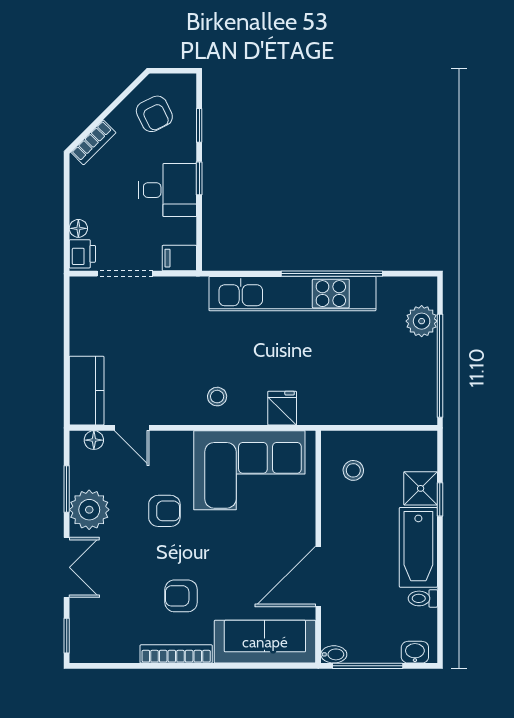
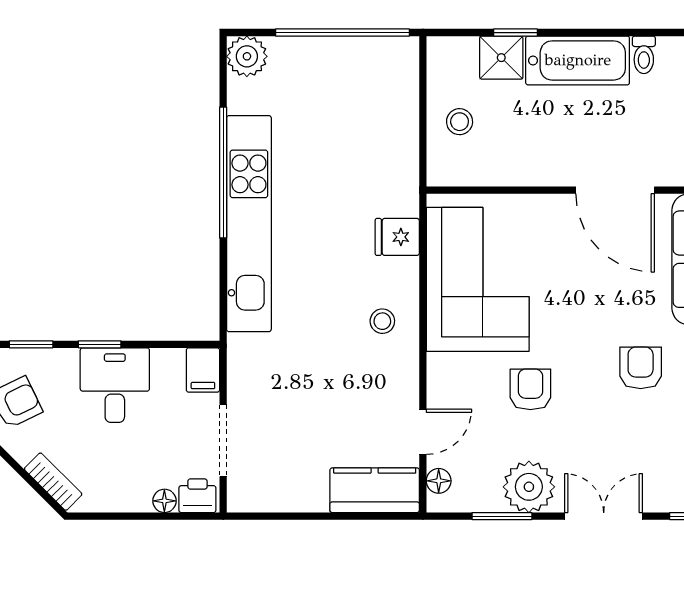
plant: (422, 321) -> (247, 56), moved
stool: (353, 470) -> (460, 122), moved
armchair: (181, 596) -> (641, 368), turned 180

